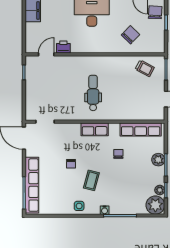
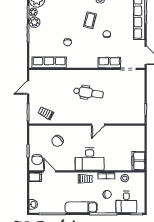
printer: (63, 47) -> (113, 131), removed
door: (46, 54) -> (98, 125), moved
dental chair: (93, 93) -> (89, 93), turned -81
row of seats: (95, 129) -> (109, 63), moved
plant: (158, 160) -> (34, 22), moved

